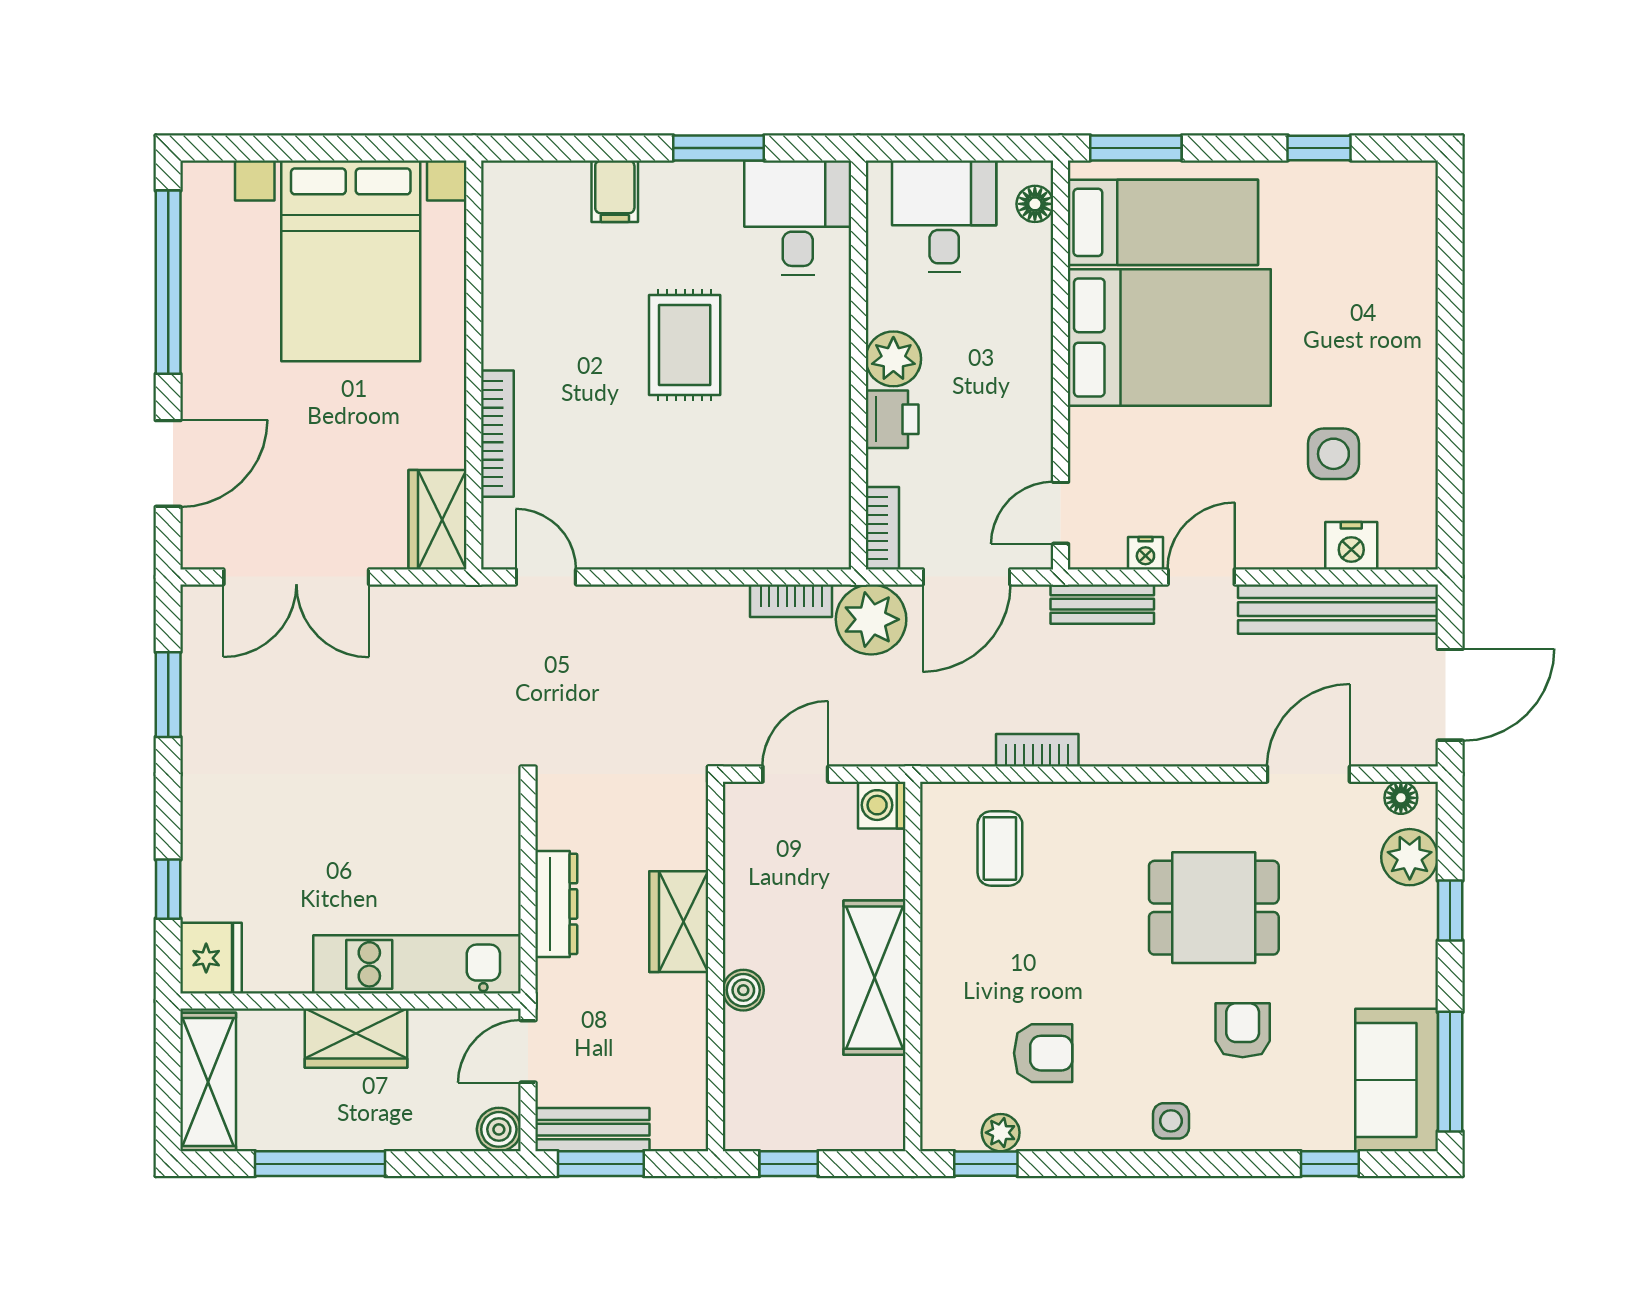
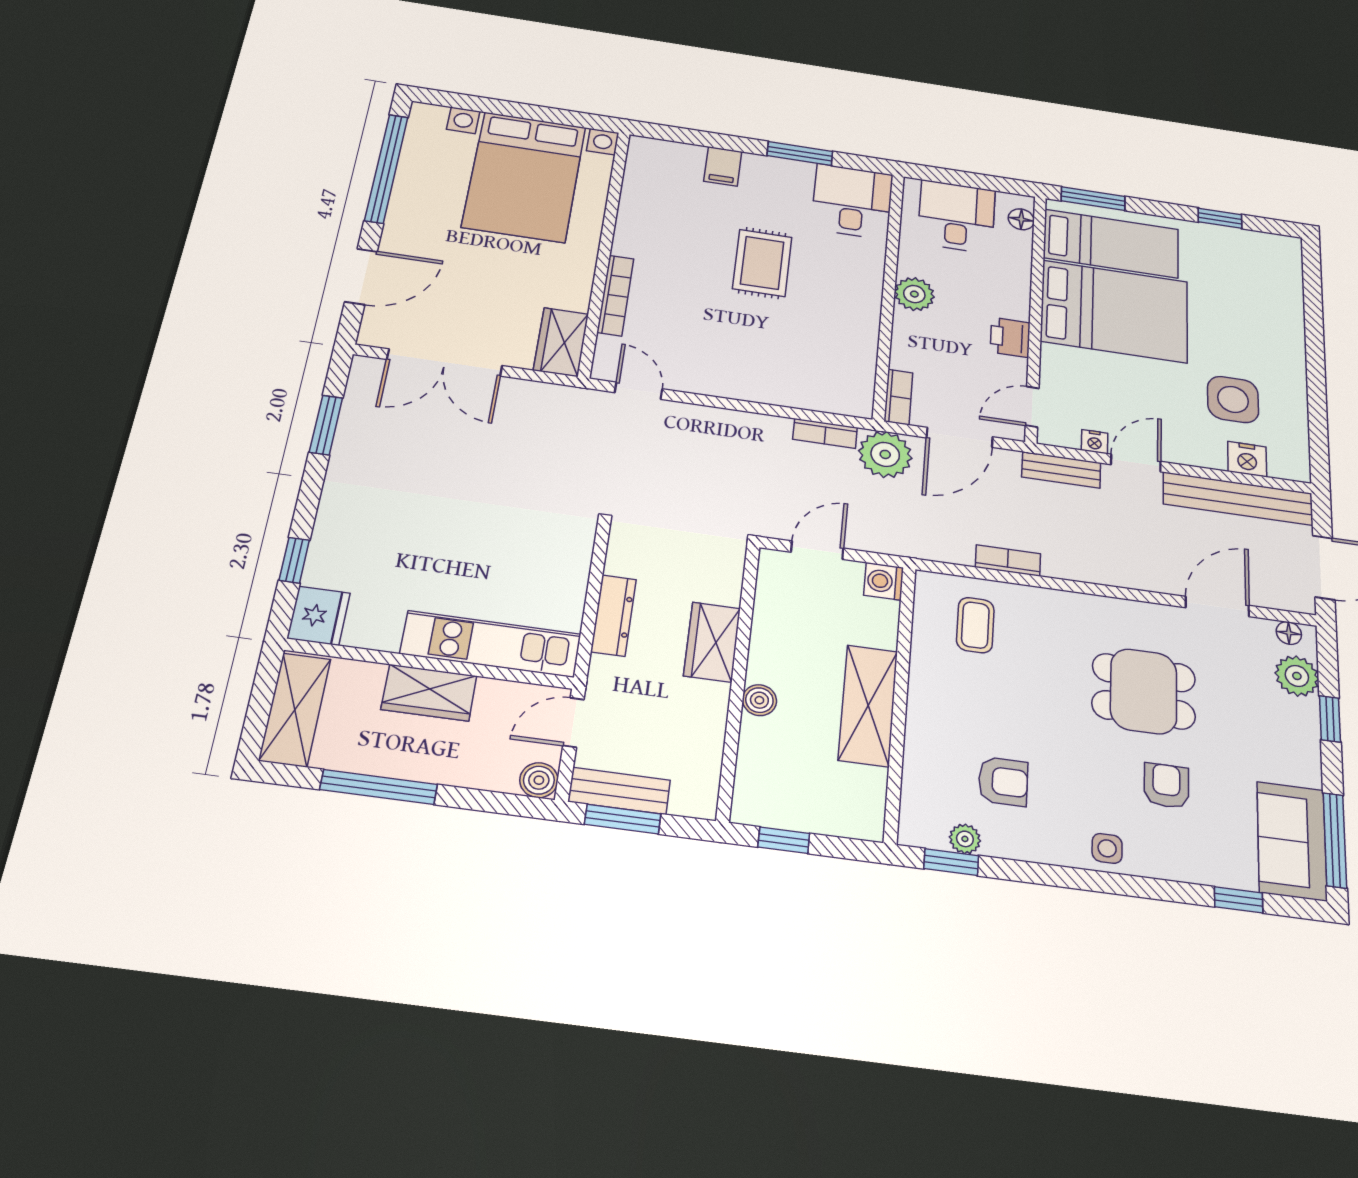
printer: (892, 419) -> (1010, 337), moved, turned 180
side table: (1333, 454) -> (1233, 399), width x1.37, depth x1.37

